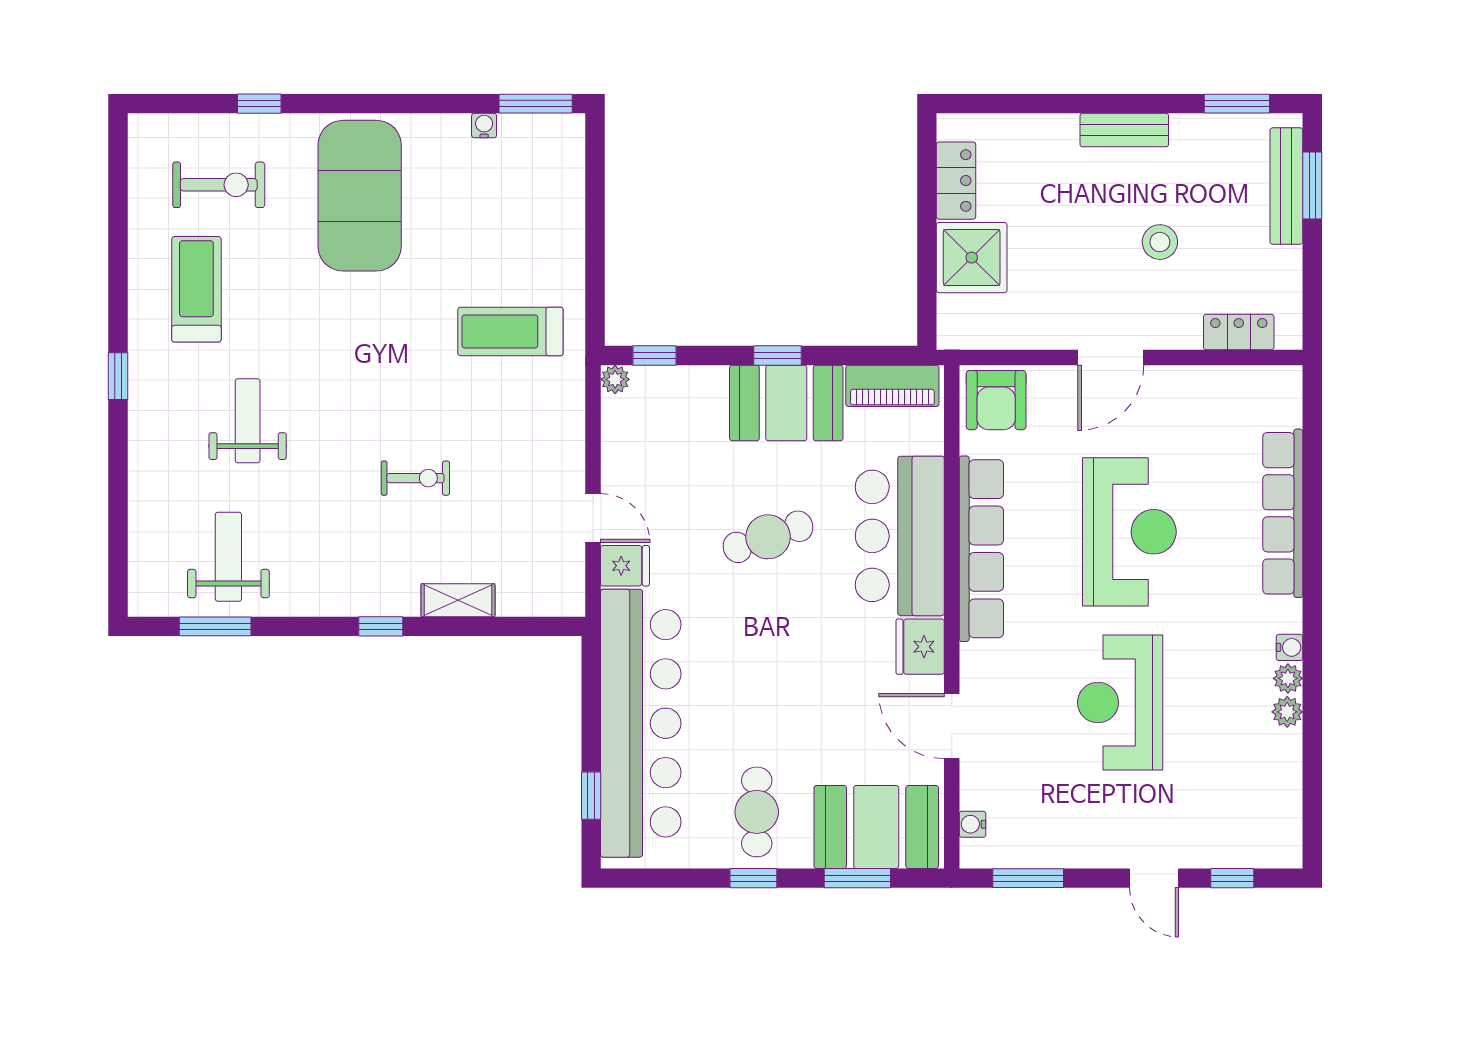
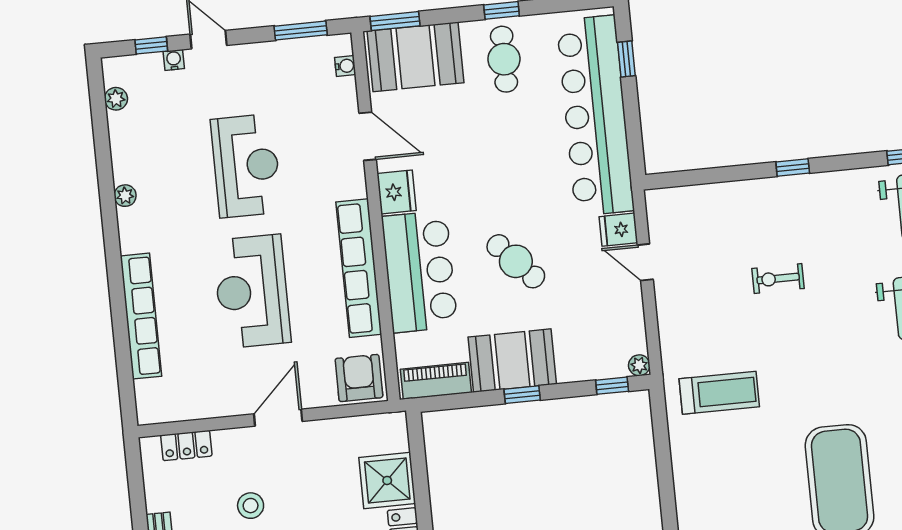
cafe table: (768, 537) -> (516, 261), turned 66
shelving: (458, 600) -> (738, 192), removed
water cooler: (1290, 647) -> (174, 60), moved, turned 90
plant: (1287, 712) -> (116, 99), moved
window: (857, 878) -> (395, 21), moved

